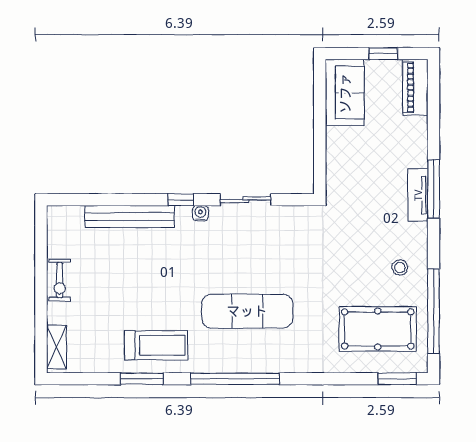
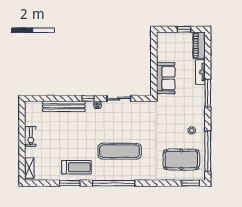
sofa: (345, 93) -> (166, 78), moved
tv unit: (418, 195) -> (200, 72), moved

